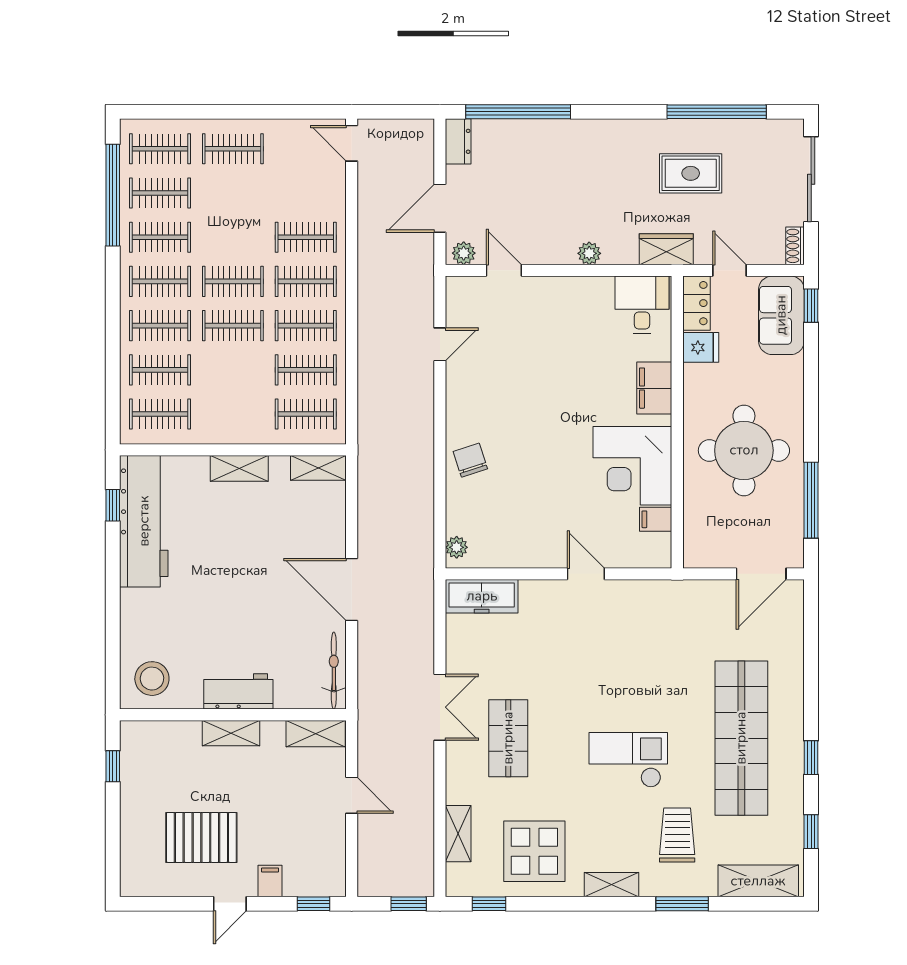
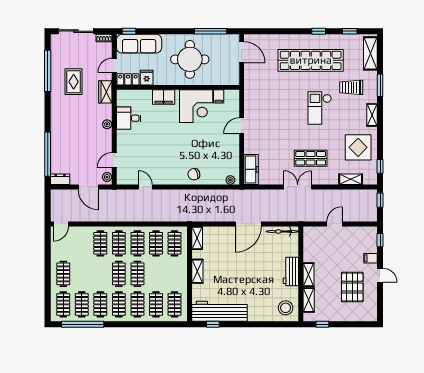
desk: (642, 305) -> (129, 118), moved
sofa: (781, 315) -> (139, 44), width x1.36
shelving: (316, 734) -> (309, 300), moved

